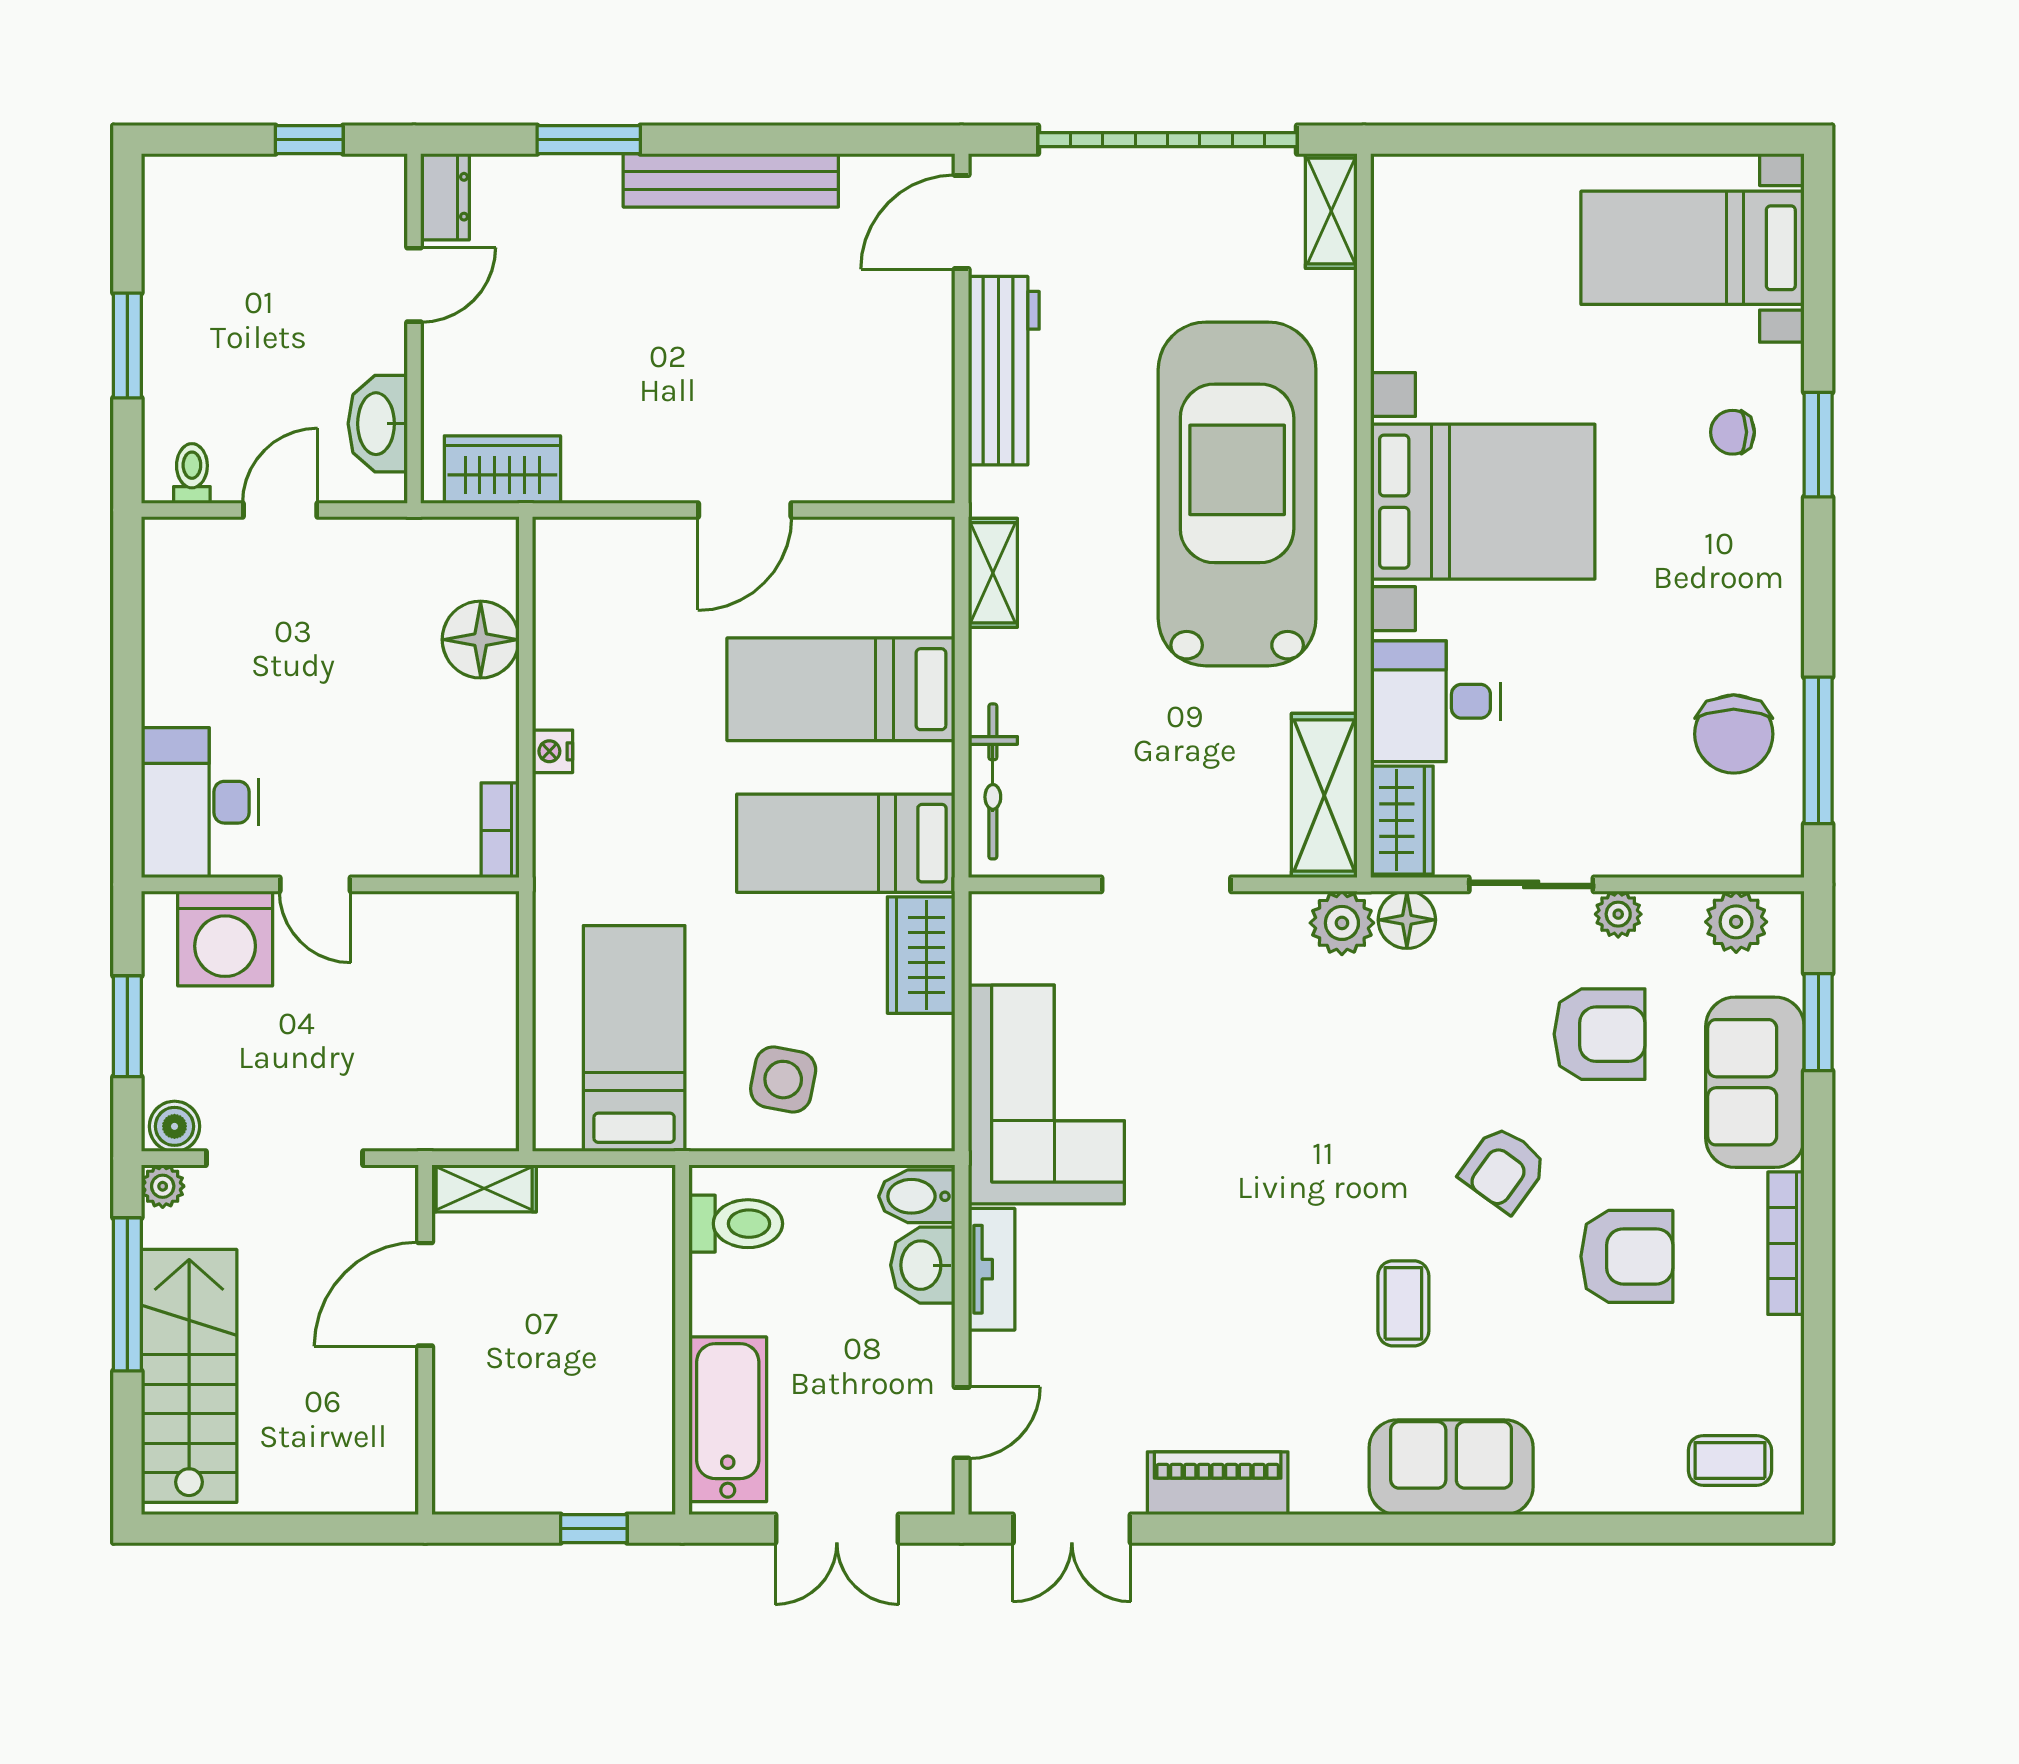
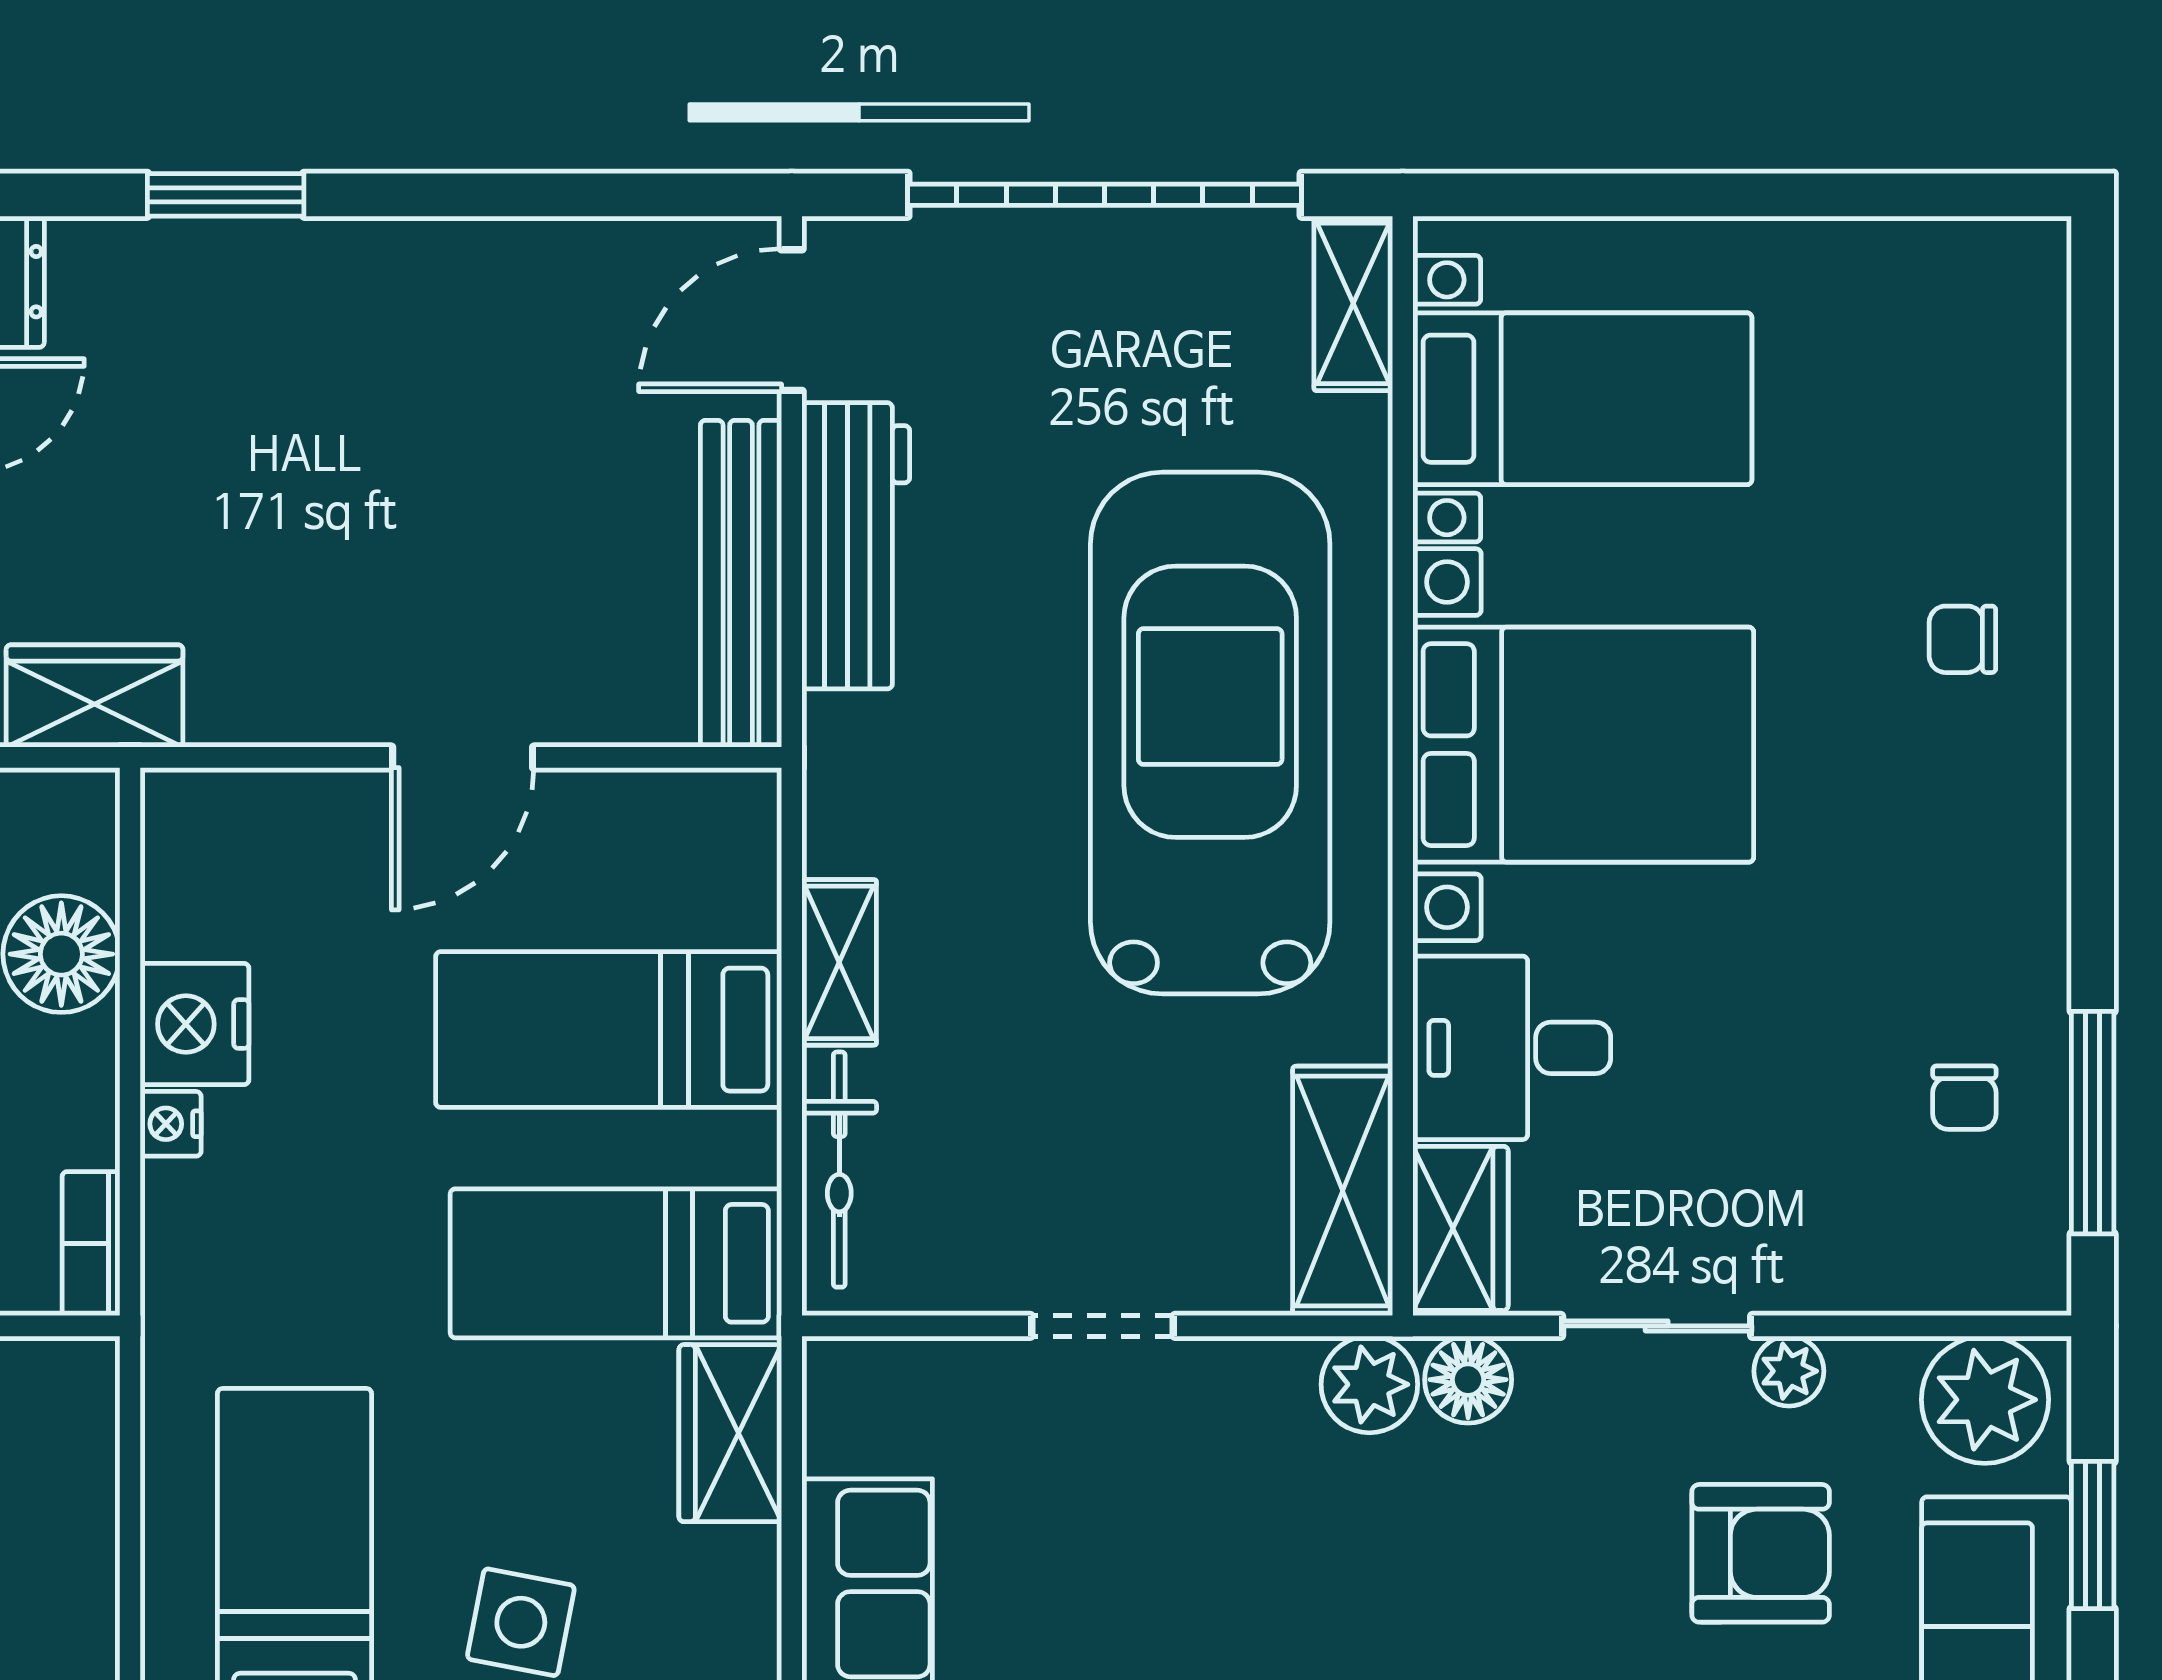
bench: (731, 180) -> (741, 584), moved, turned 90
bed with nightstands: (1693, 248) -> (1582, 399), moved, turned 180
window: (1818, 445) -> (2093, 658), removed
shelving: (993, 573) -> (839, 962), moved
nightstand: (568, 686) -> (195, 1024), added
chair: (1734, 734) -> (1964, 1098), width x0.54, depth x0.54
doorway: (1166, 884) -> (1103, 1326), width x0.73
plant: (1736, 922) -> (1985, 1400), width x1.36, depth x1.36

